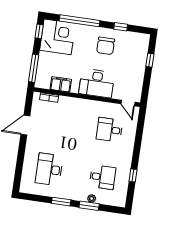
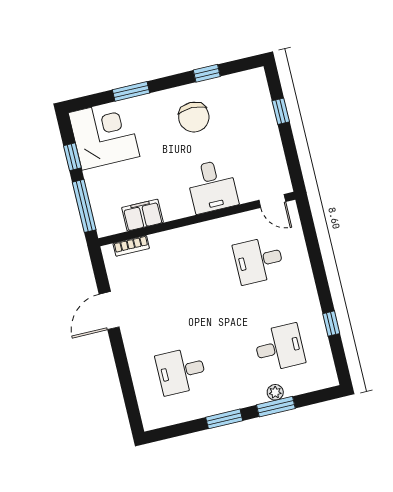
window: (79, 21) -> (131, 91), width x0.47
window: (39, 31) -> (72, 157), moved
desk: (97, 83) -> (212, 186), width x0.73
desk: (49, 169) -> (181, 371), width x0.73

